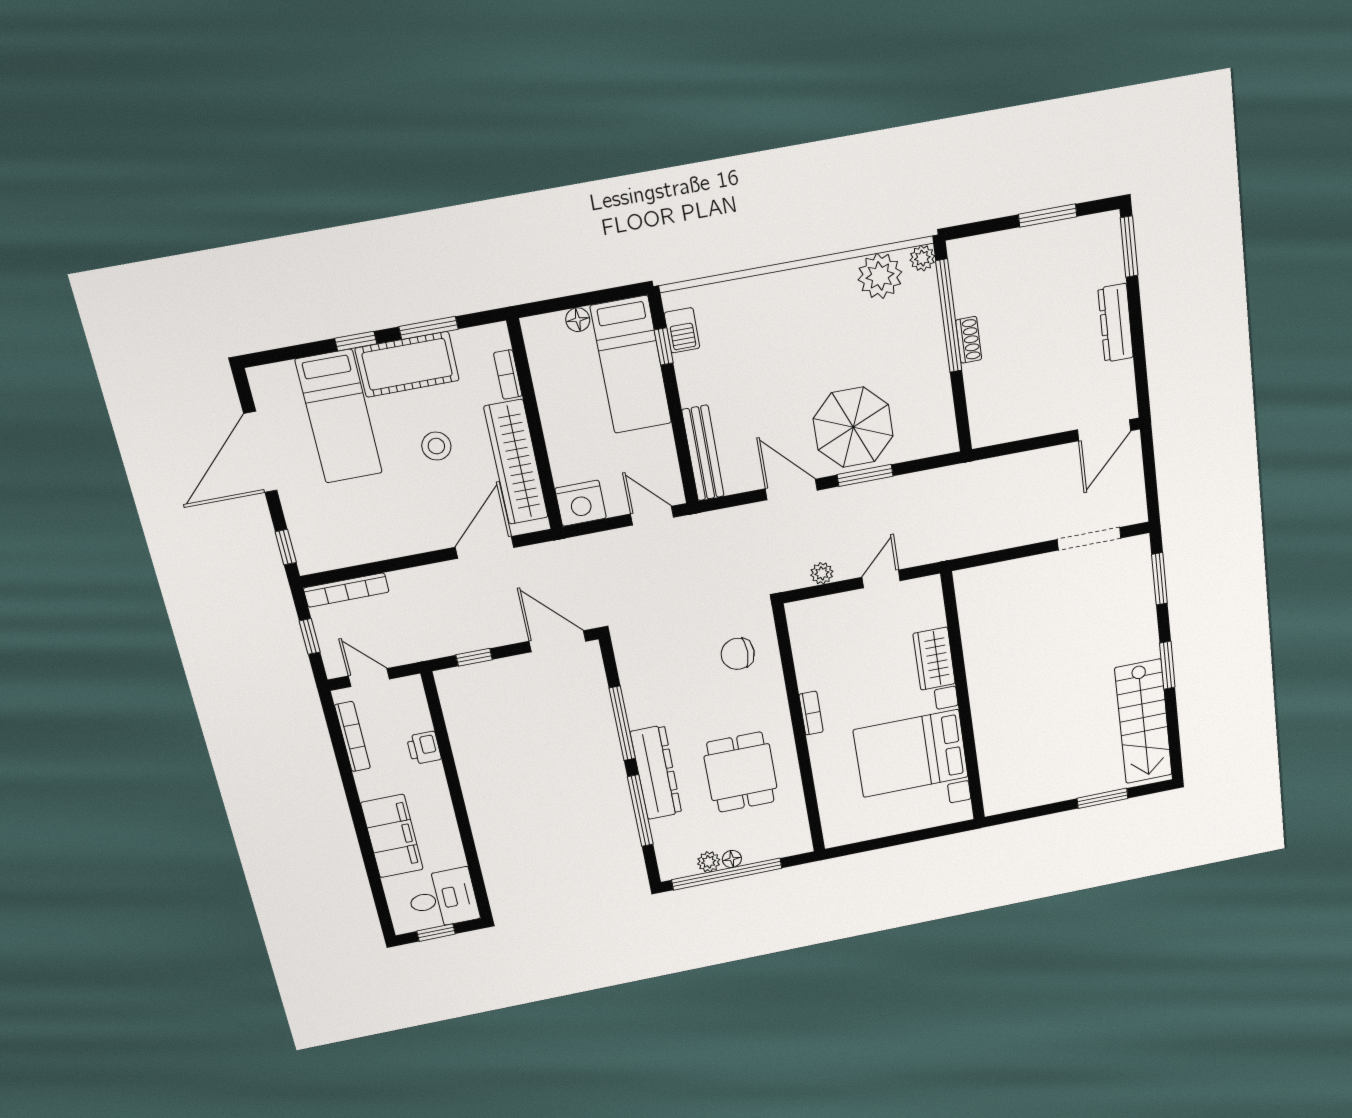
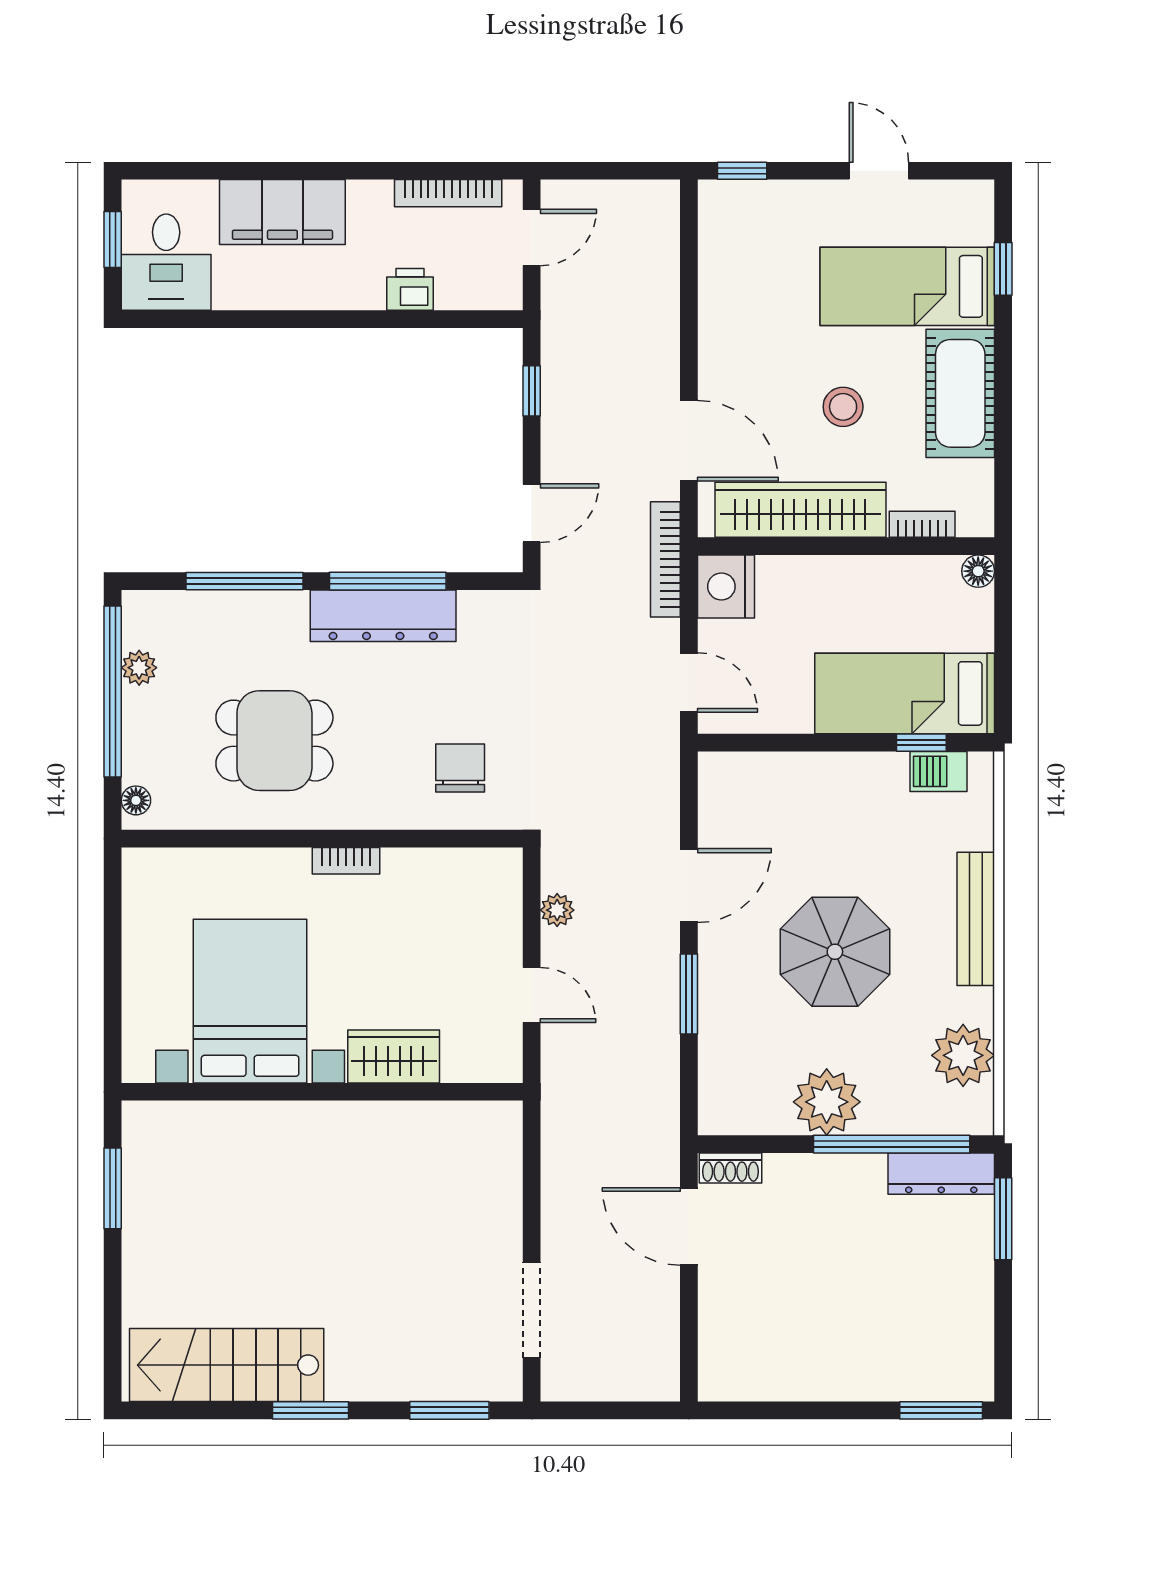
window: (1048, 216) -> (1003, 1219), moved
plant: (922, 258) -> (827, 1102), moved, width x1.87, depth x1.87
floor lamp: (578, 320) -> (978, 571), moved
dresser: (1116, 323) -> (941, 1174), moved, turned 180
window: (428, 328) -> (1003, 433), removed
shoe rack: (969, 340) -> (730, 1168), moved
window: (356, 341) -> (1003, 269), moved
parasol: (853, 427) -> (835, 952), moved
door: (1104, 430) -> (689, 1226), moved
door: (260, 452) -> (879, 171), width x0.53
bench: (703, 453) -> (976, 919), moved, turned 90
door: (652, 516) -> (689, 683), hinge flipped
bookcase: (346, 590) -> (665, 559), moved
window: (310, 636) -> (609, 171), removed
door: (557, 641) -> (532, 513), width x0.73
dresser: (656, 772) -> (383, 616), moved
window: (1102, 798) -> (113, 1188), moved
floor lamp: (732, 859) -> (136, 800), moved

